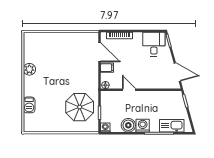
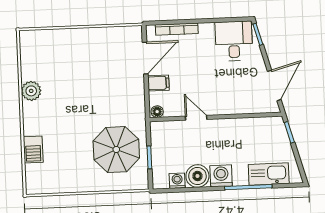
door: (100, 52) -> (145, 58), hinge flipped
door: (177, 72) -> (274, 85), hinge flipped
washing machine: (105, 128) -> (177, 181), moved

